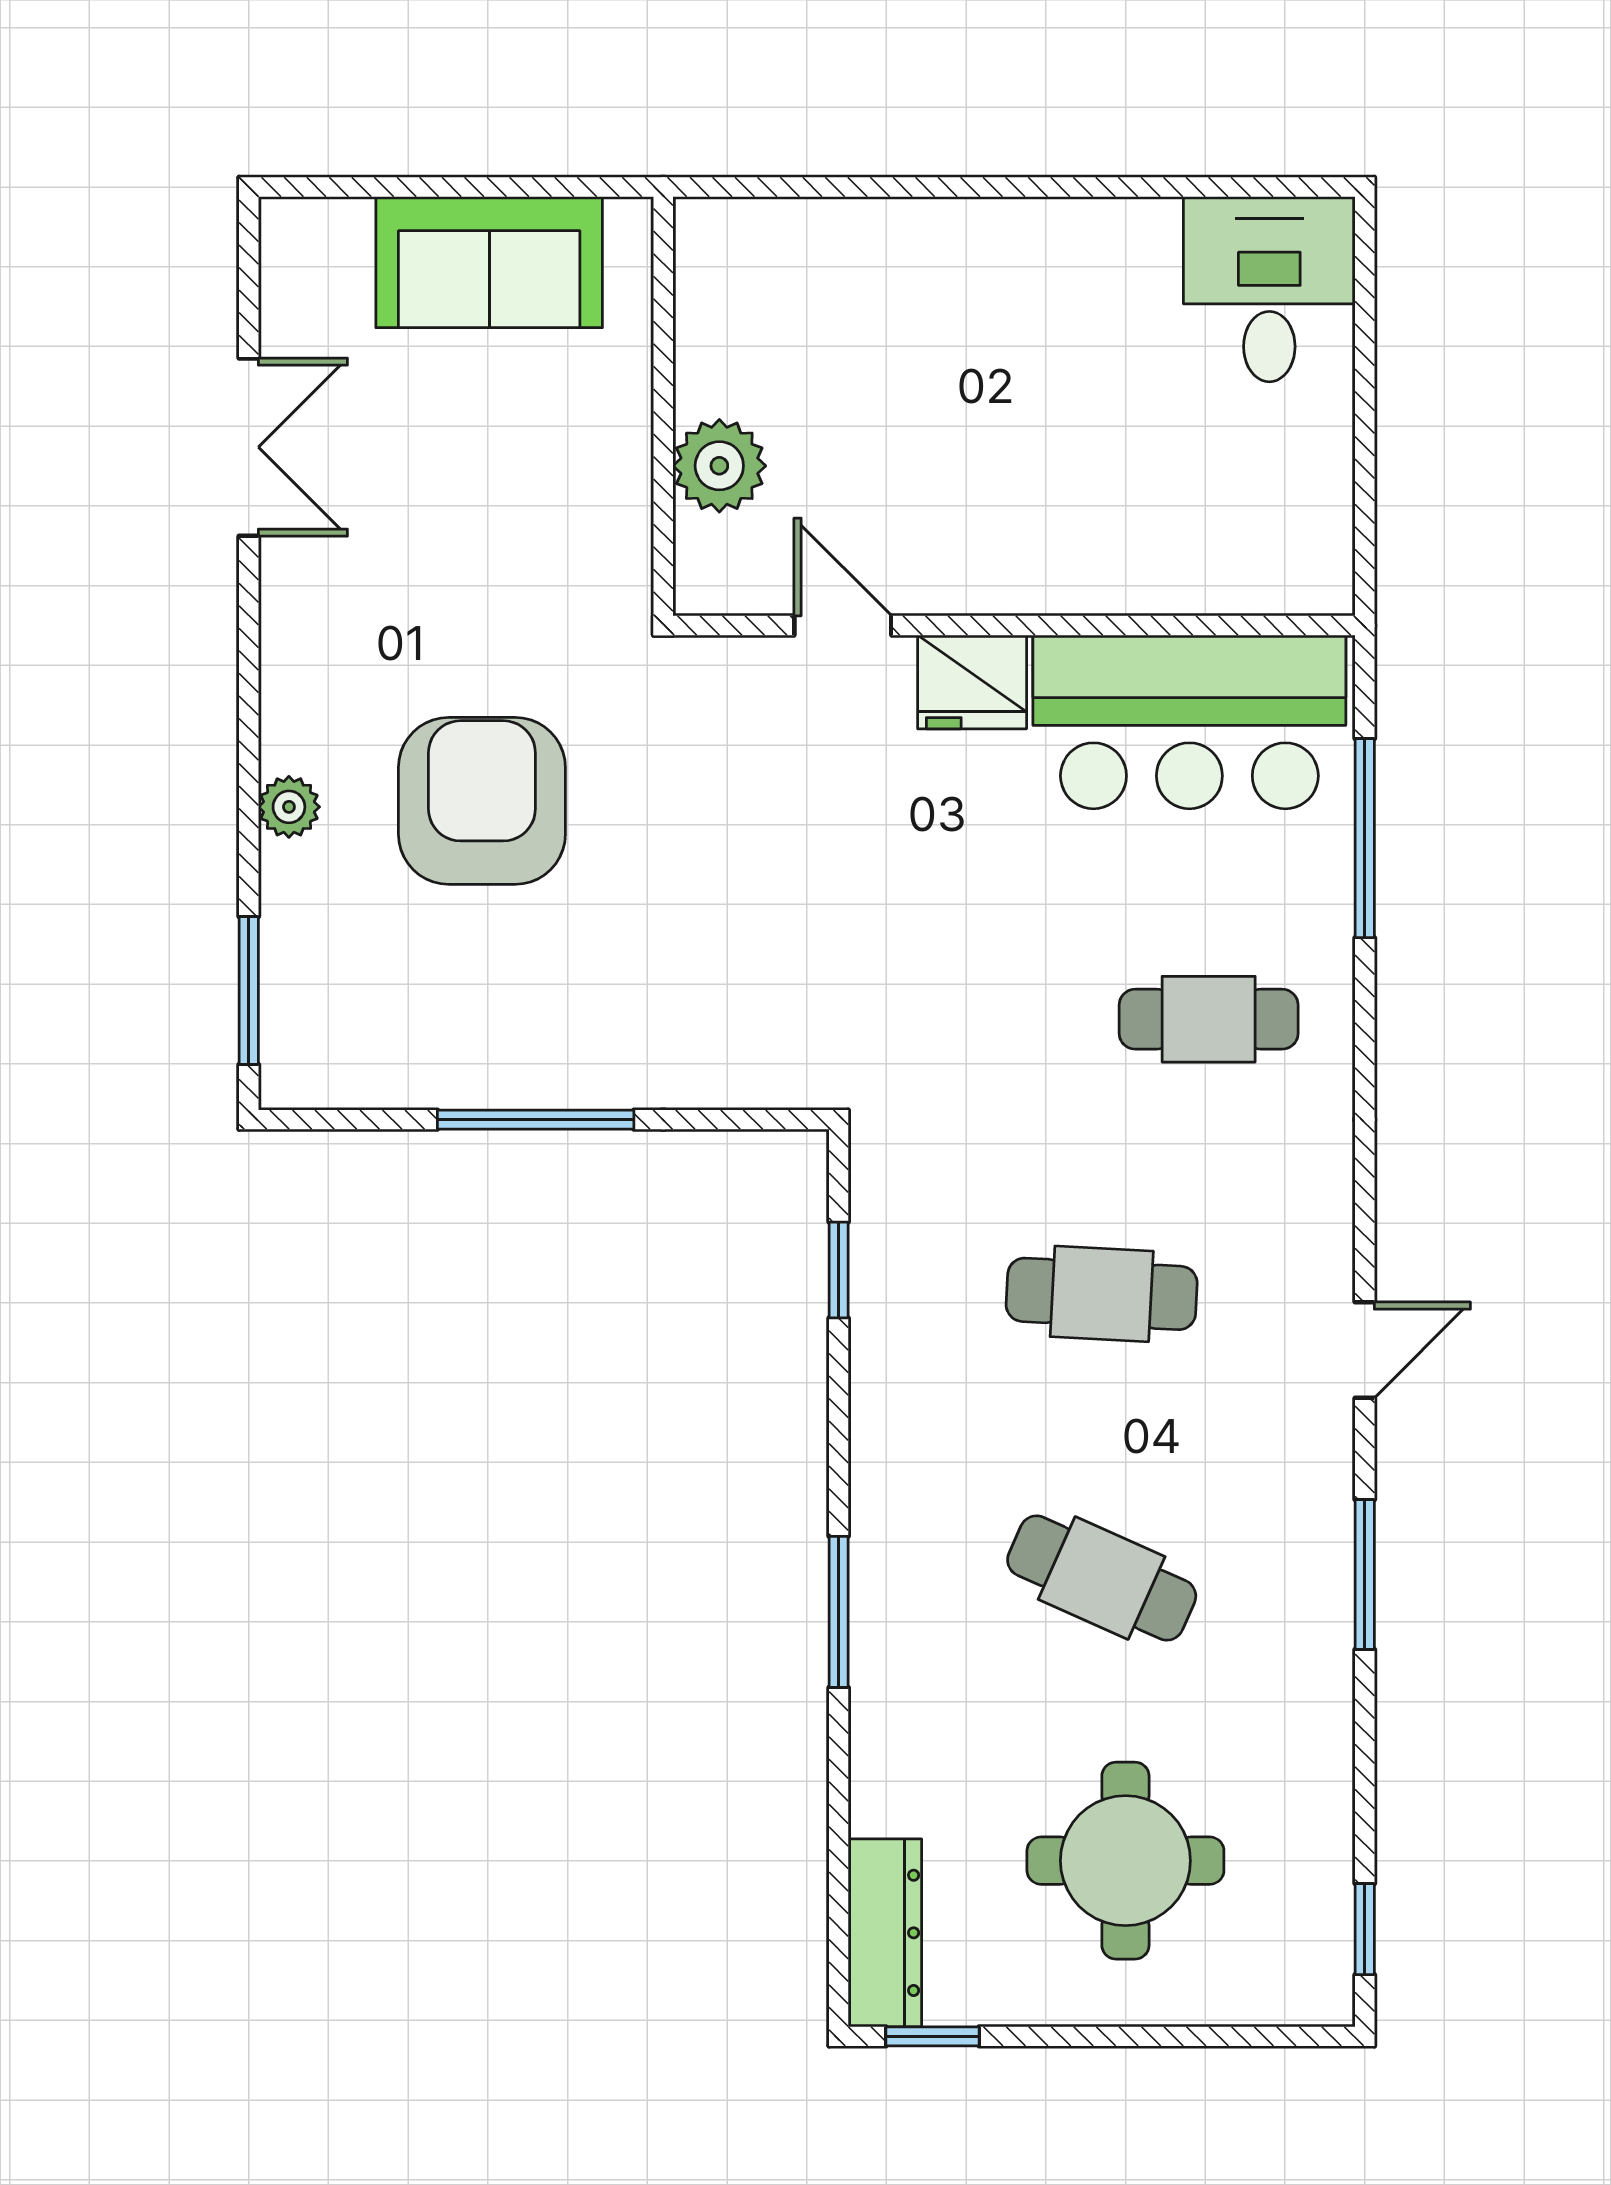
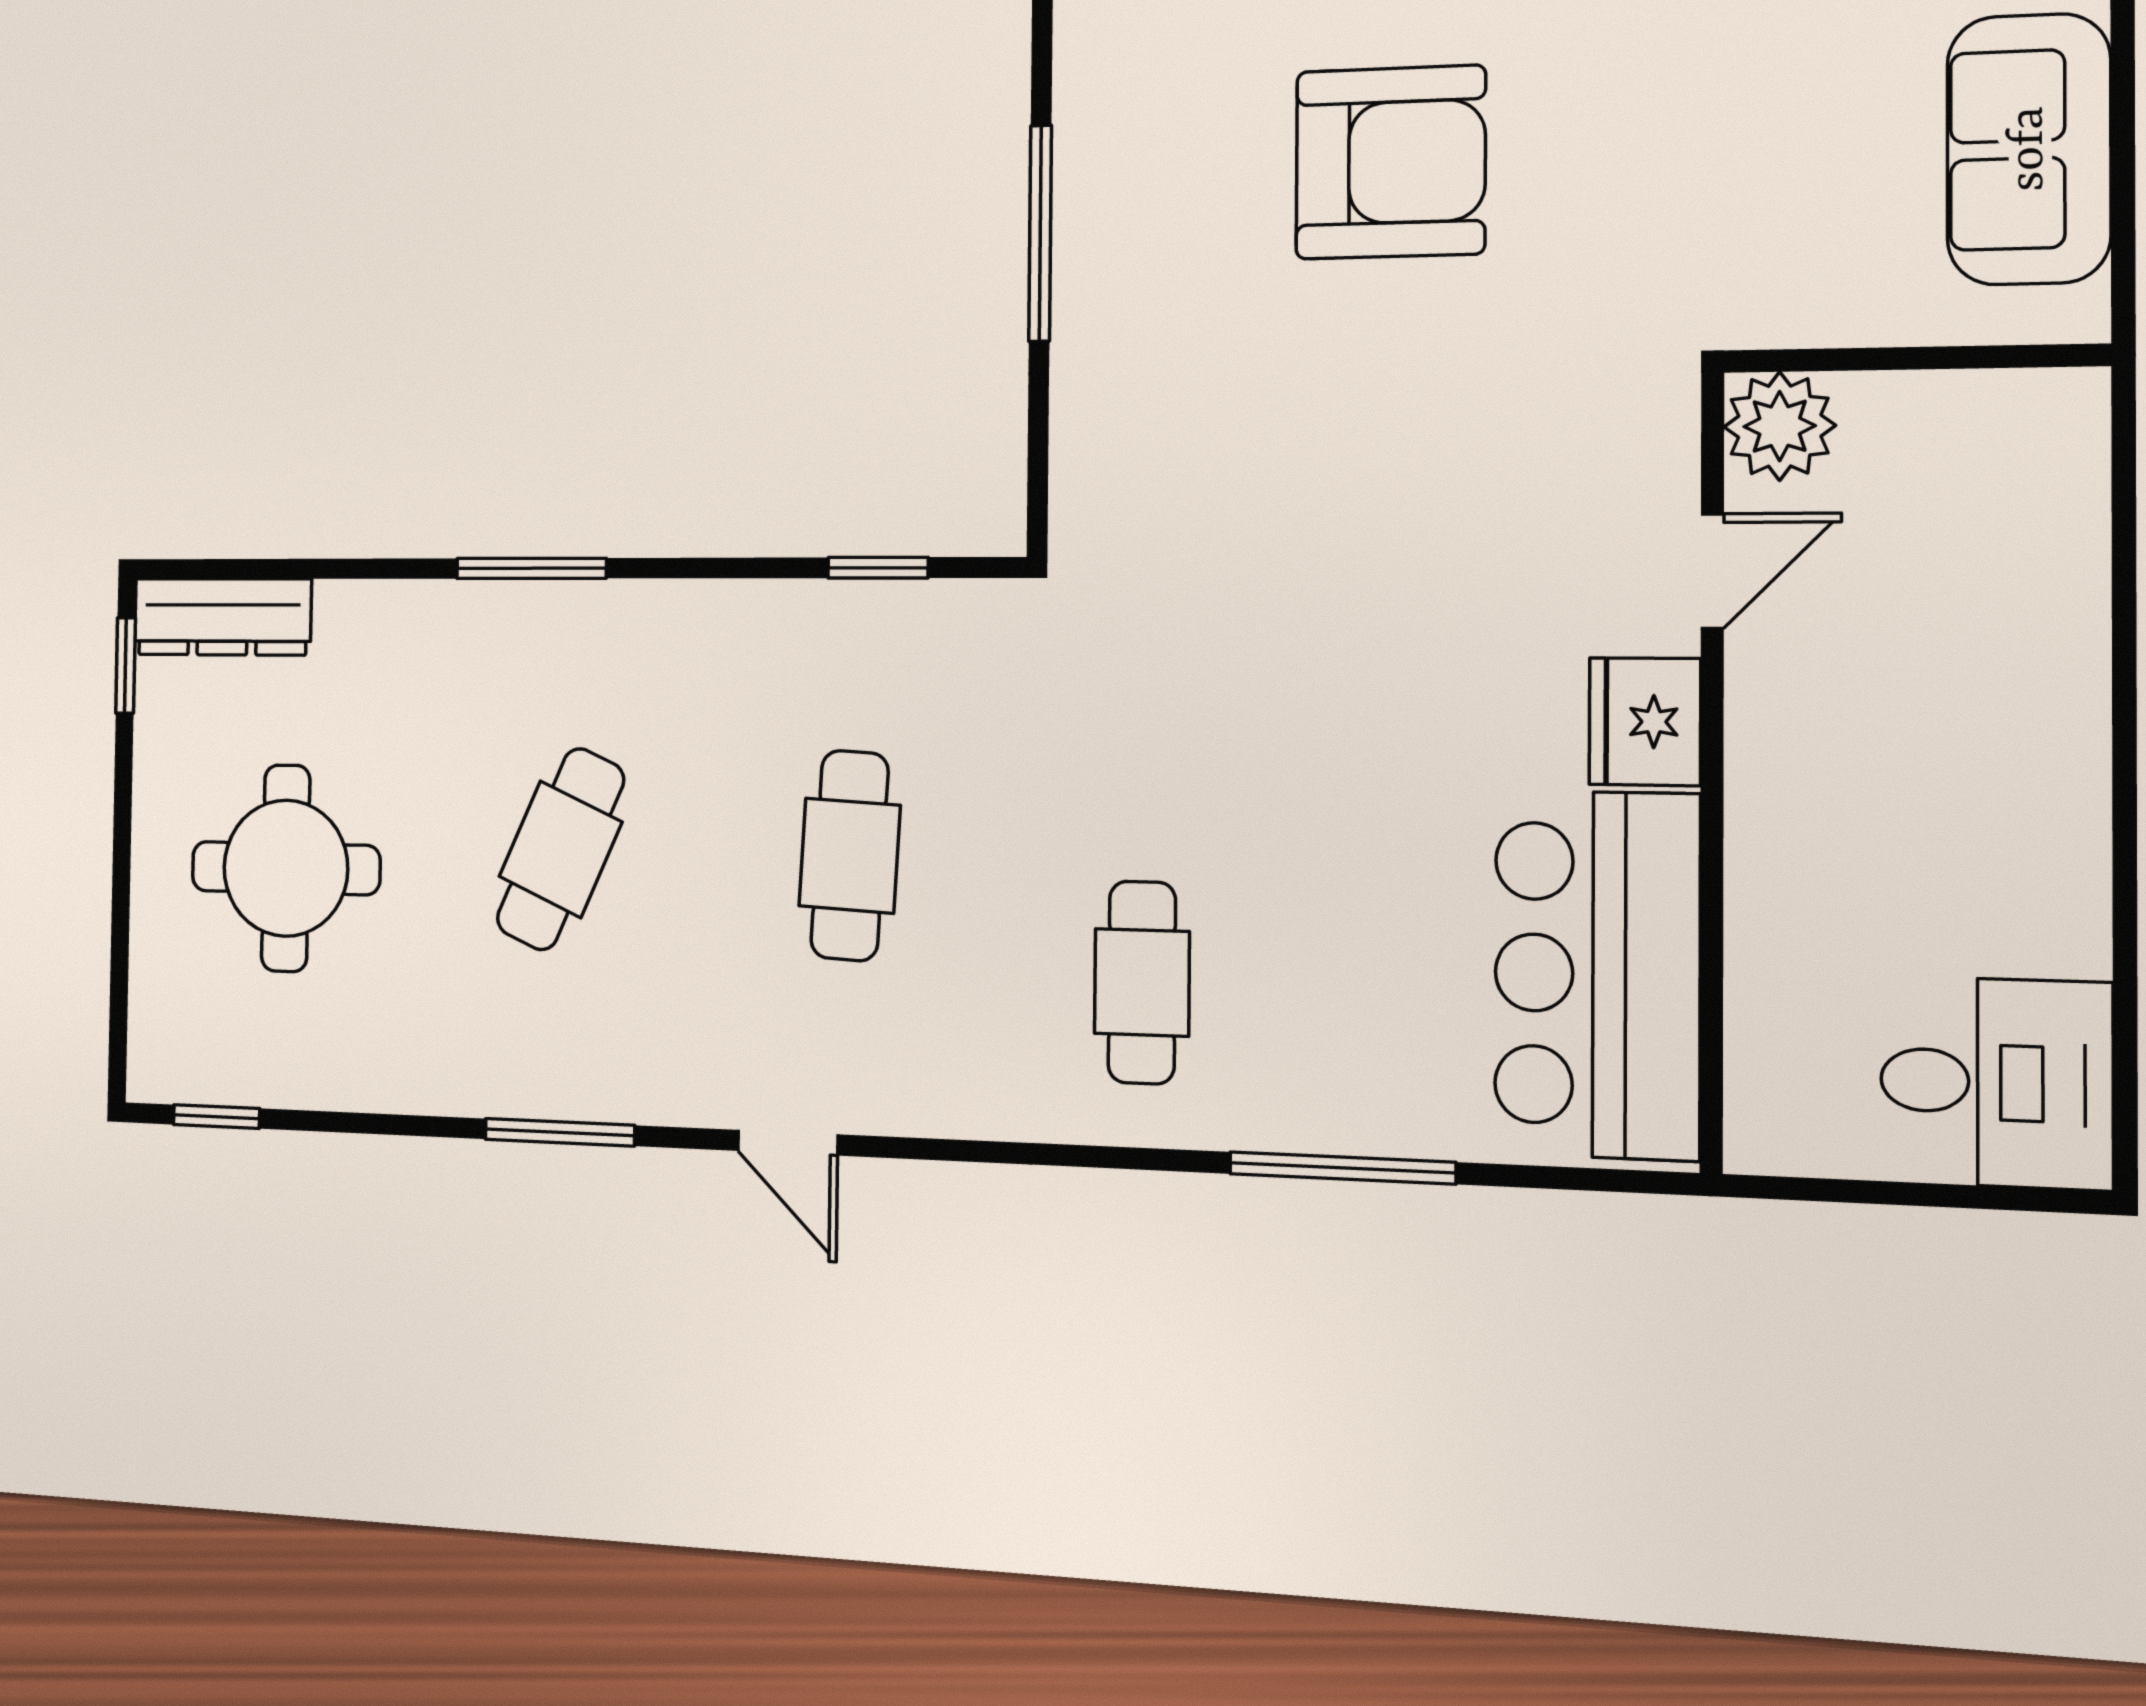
door: (843, 625) -> (1712, 571), moved
wall: (1014, 625) -> (1712, 771), moved
fridge: (972, 682) -> (1645, 722), moved
bar counter: (1189, 722) -> (1597, 974), moved

